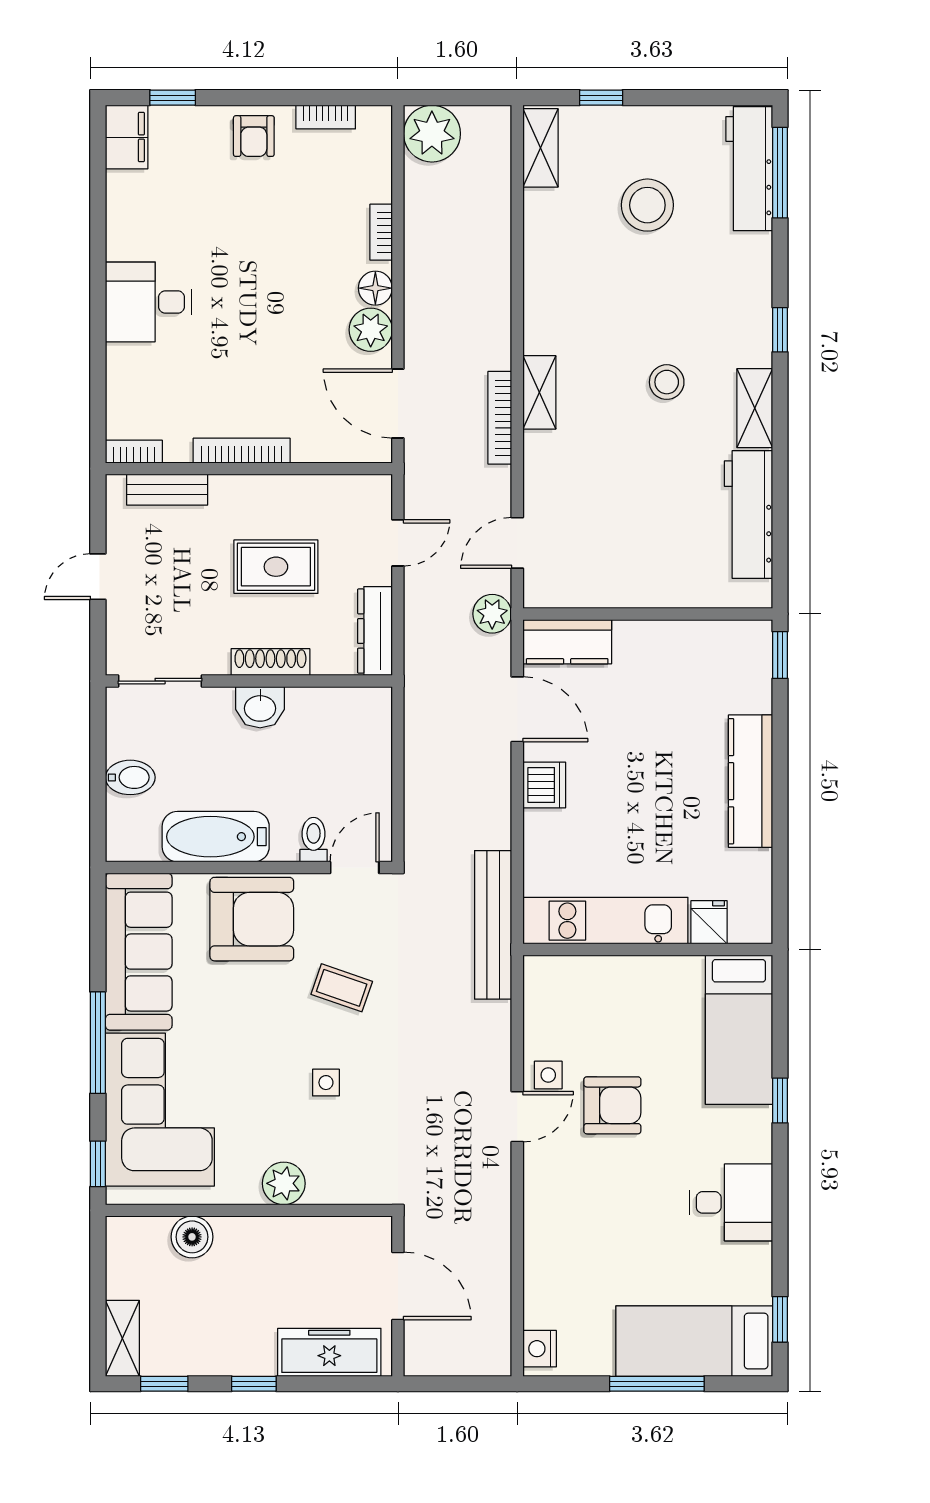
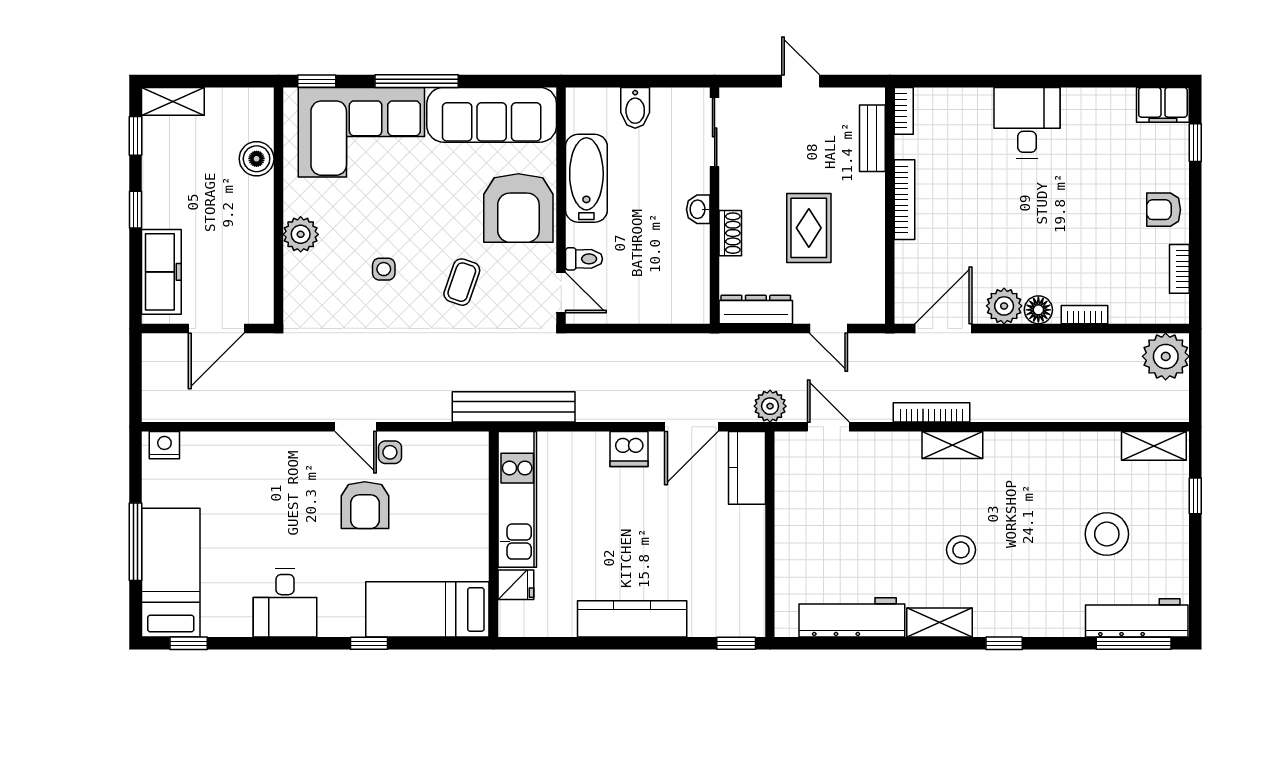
shoe rack: (270, 662) -> (730, 233), width x0.70
washbasin: (260, 707) -> (698, 209), width x0.72, depth x0.69

